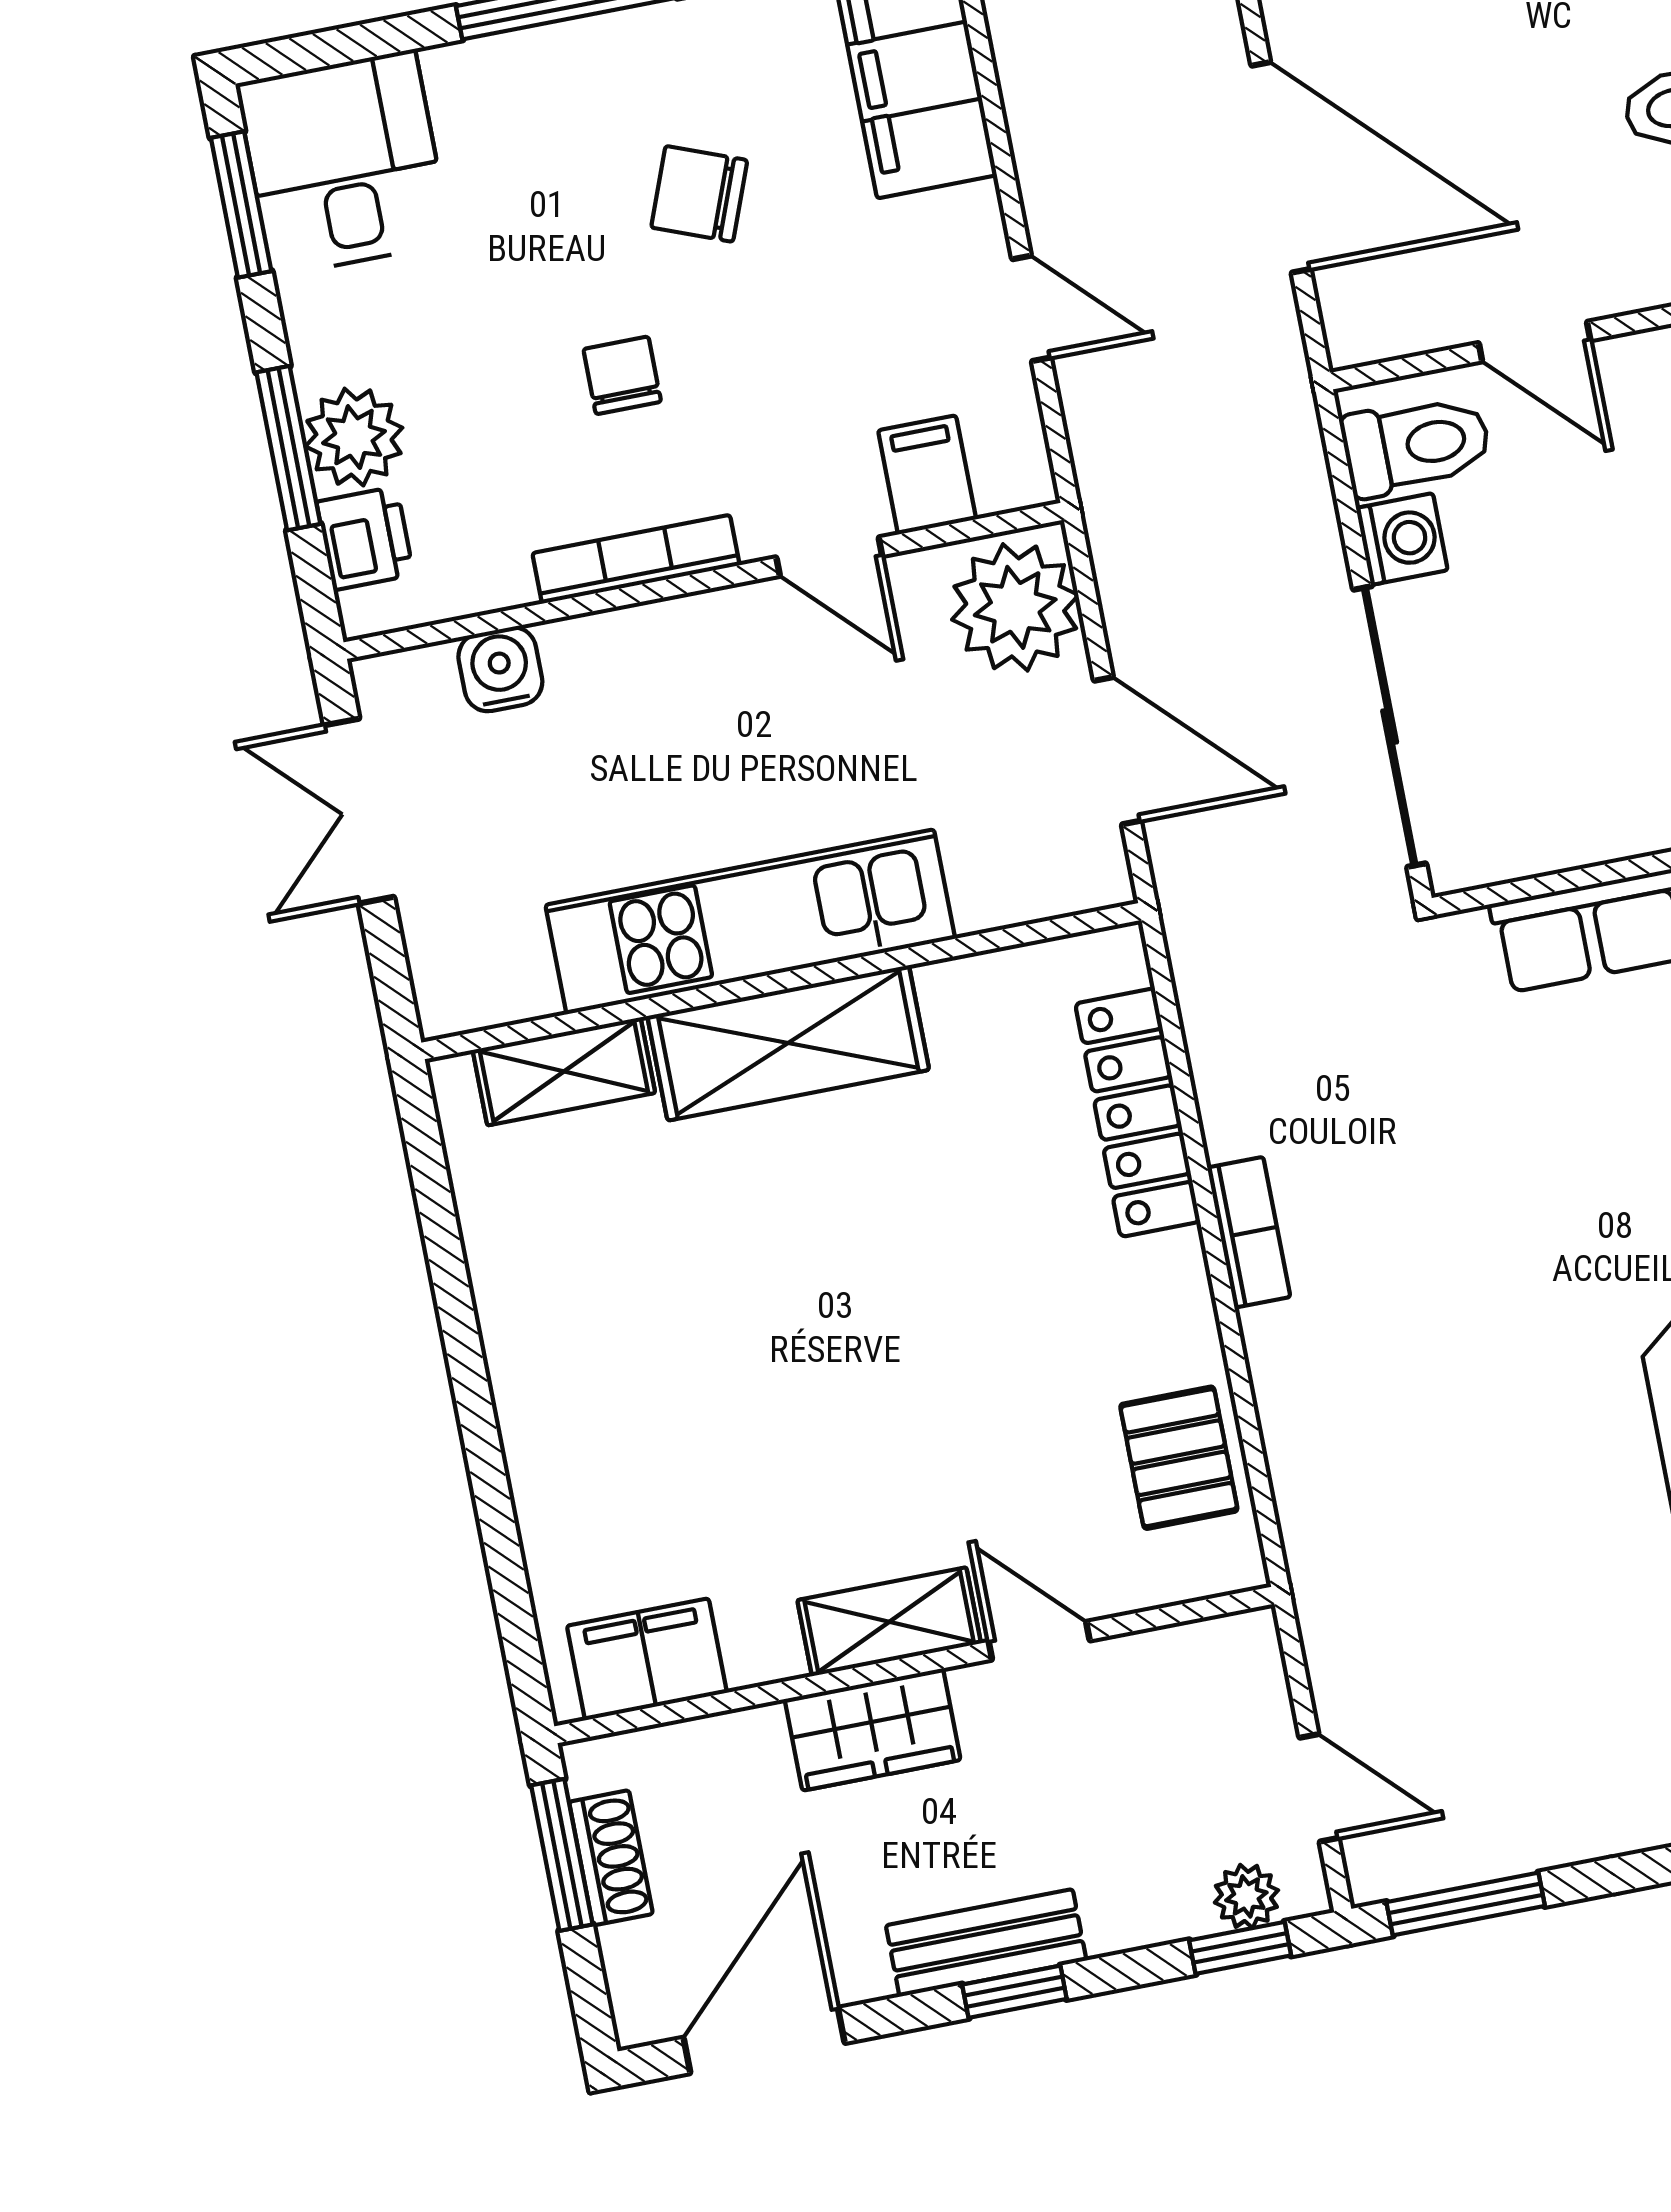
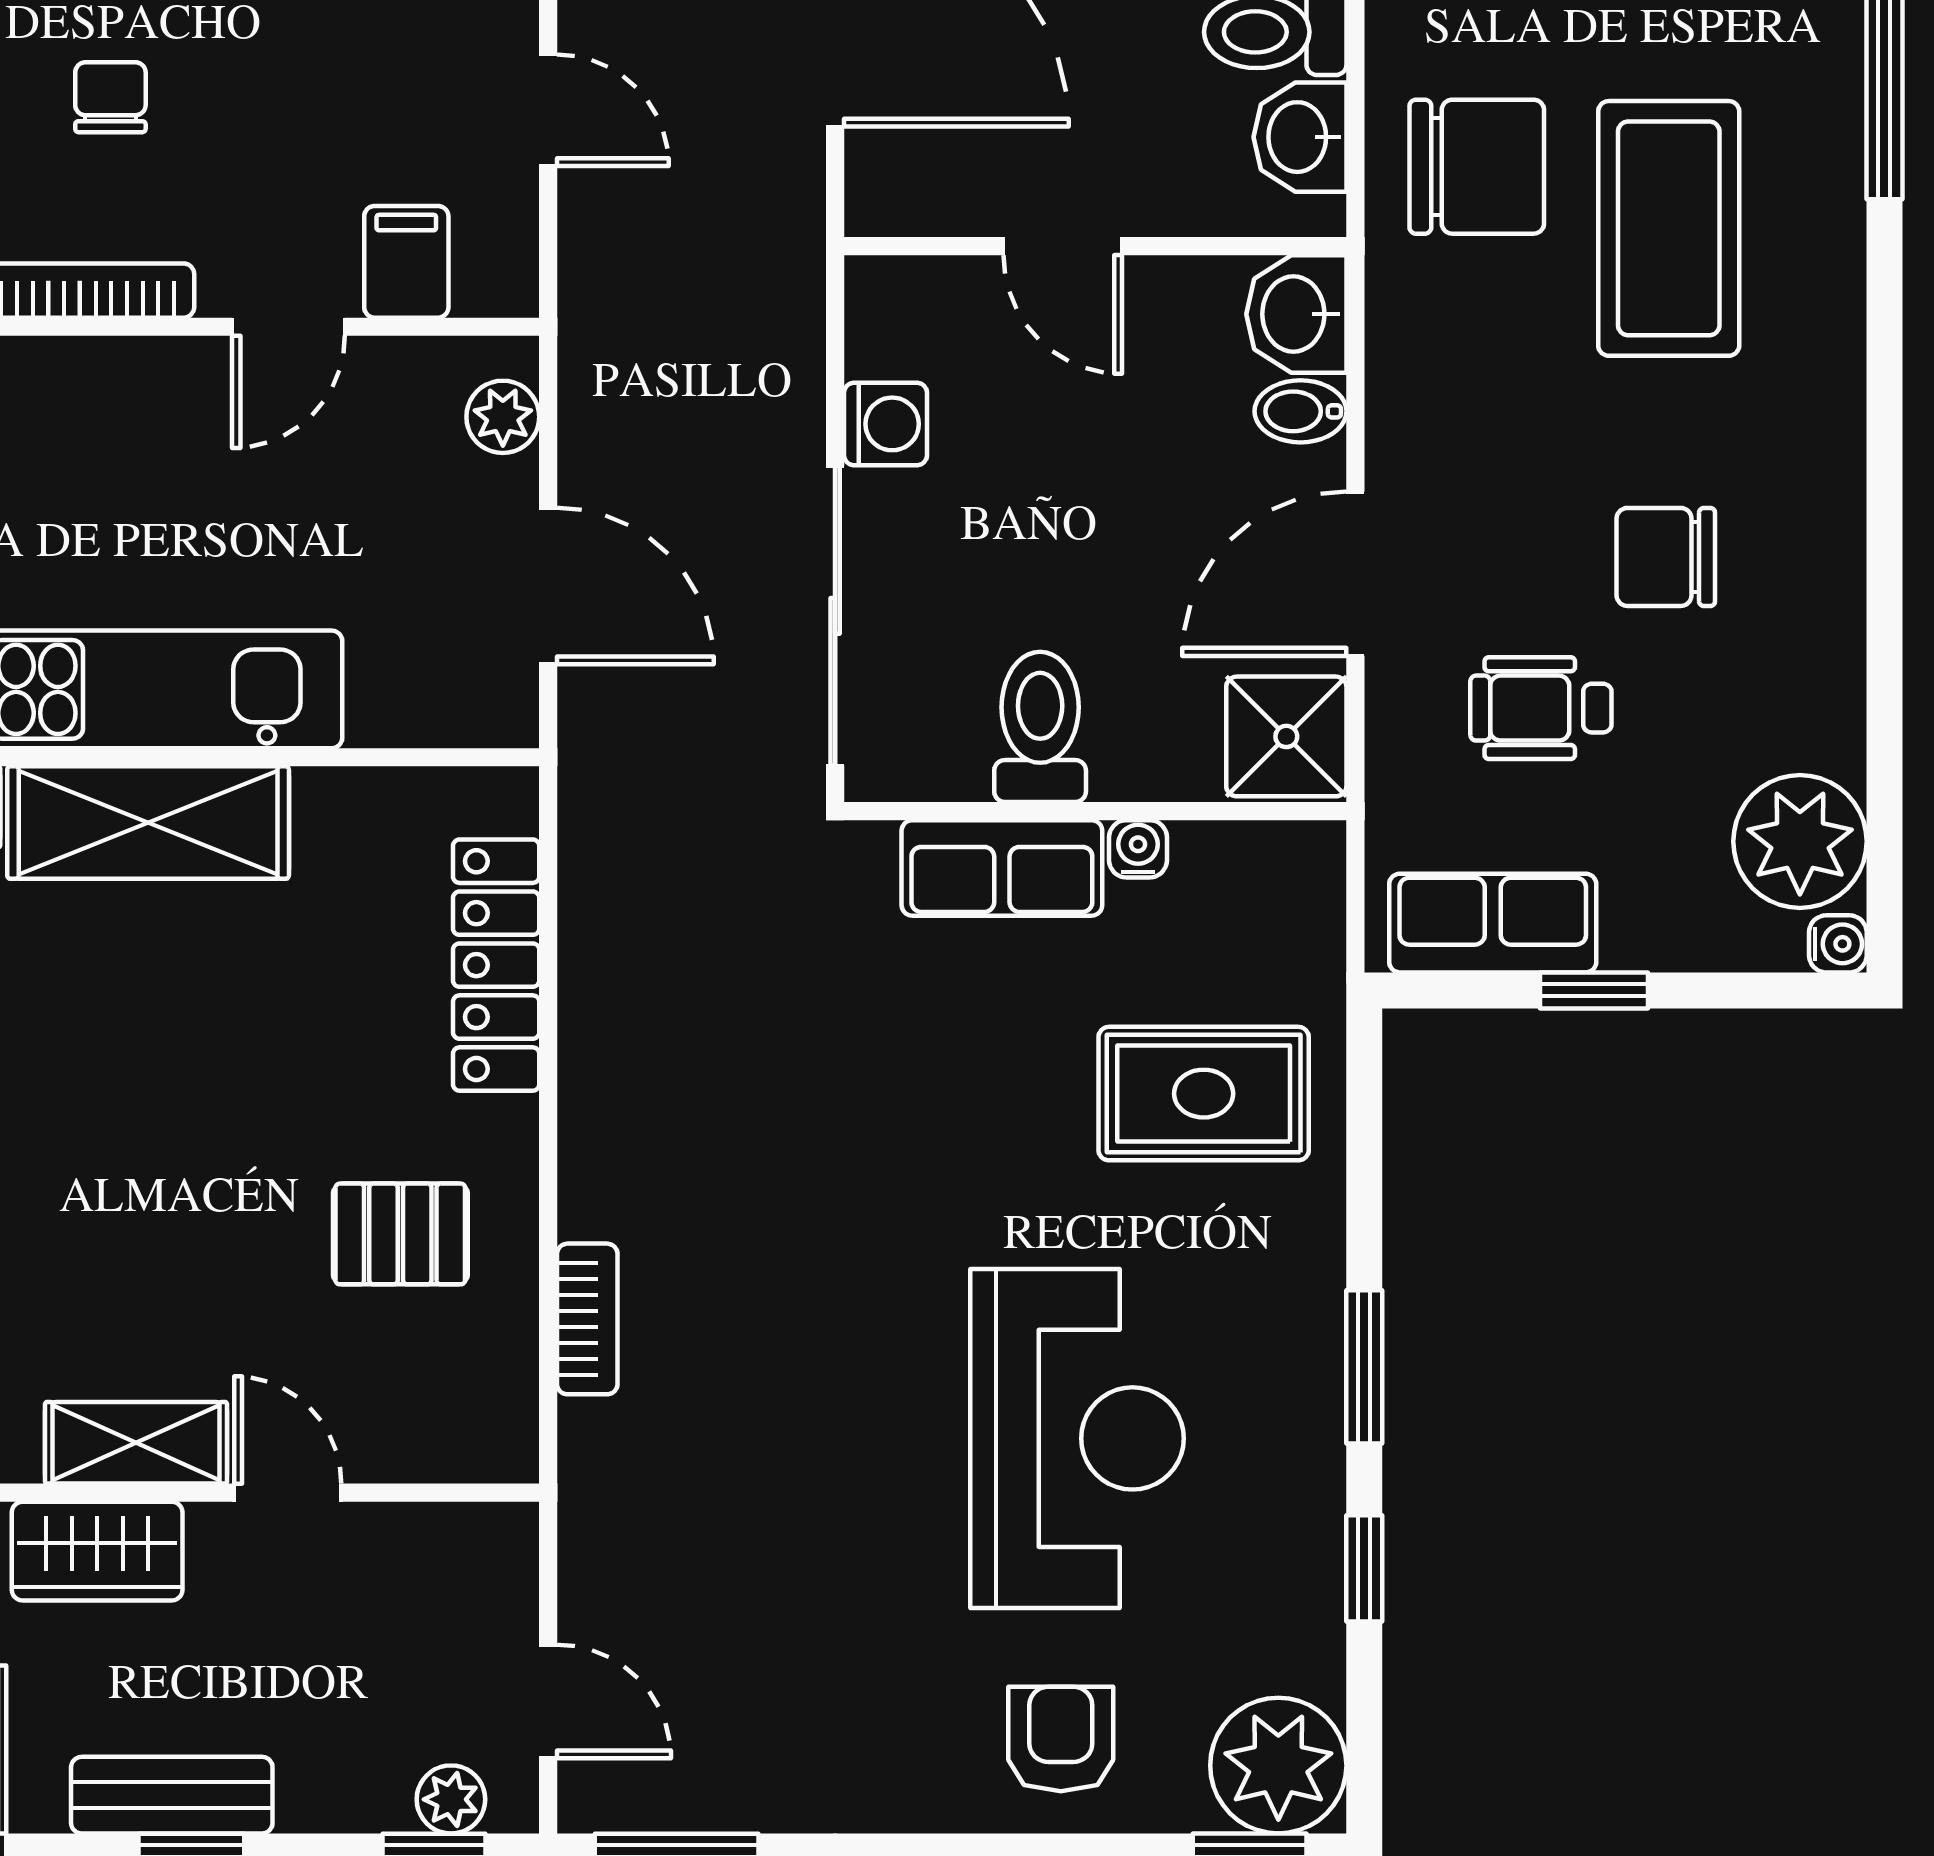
toilet: (1416, 445) -> (1040, 727), moved, turned -90
door: (829, 557) -> (288, 327), hinge flipped
plant: (1015, 607) -> (503, 417), width x0.53, depth x0.53
bookcase: (1249, 1232) -> (587, 1319), moved
pallet: (1179, 1458) -> (400, 1234), moved, turned 90

